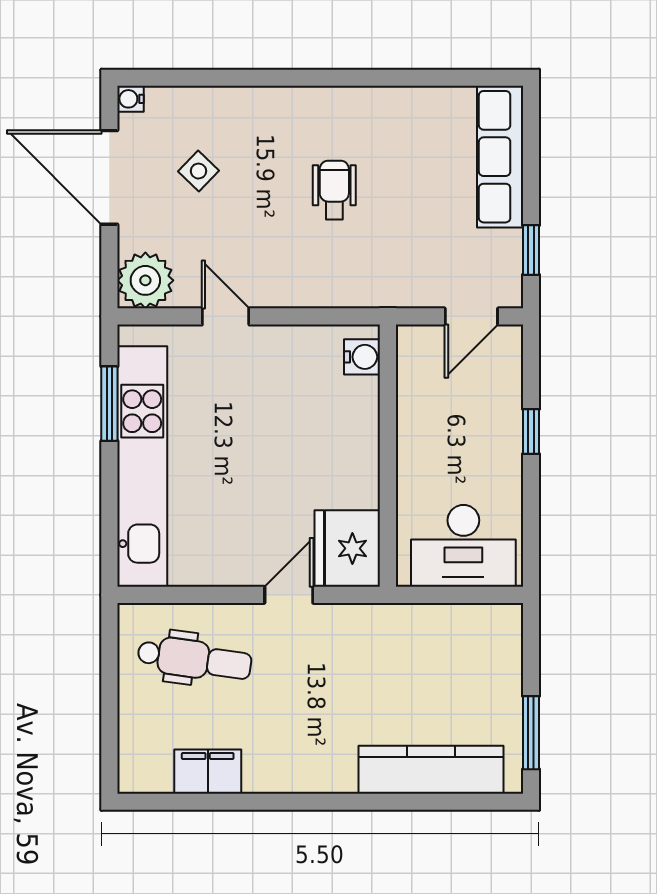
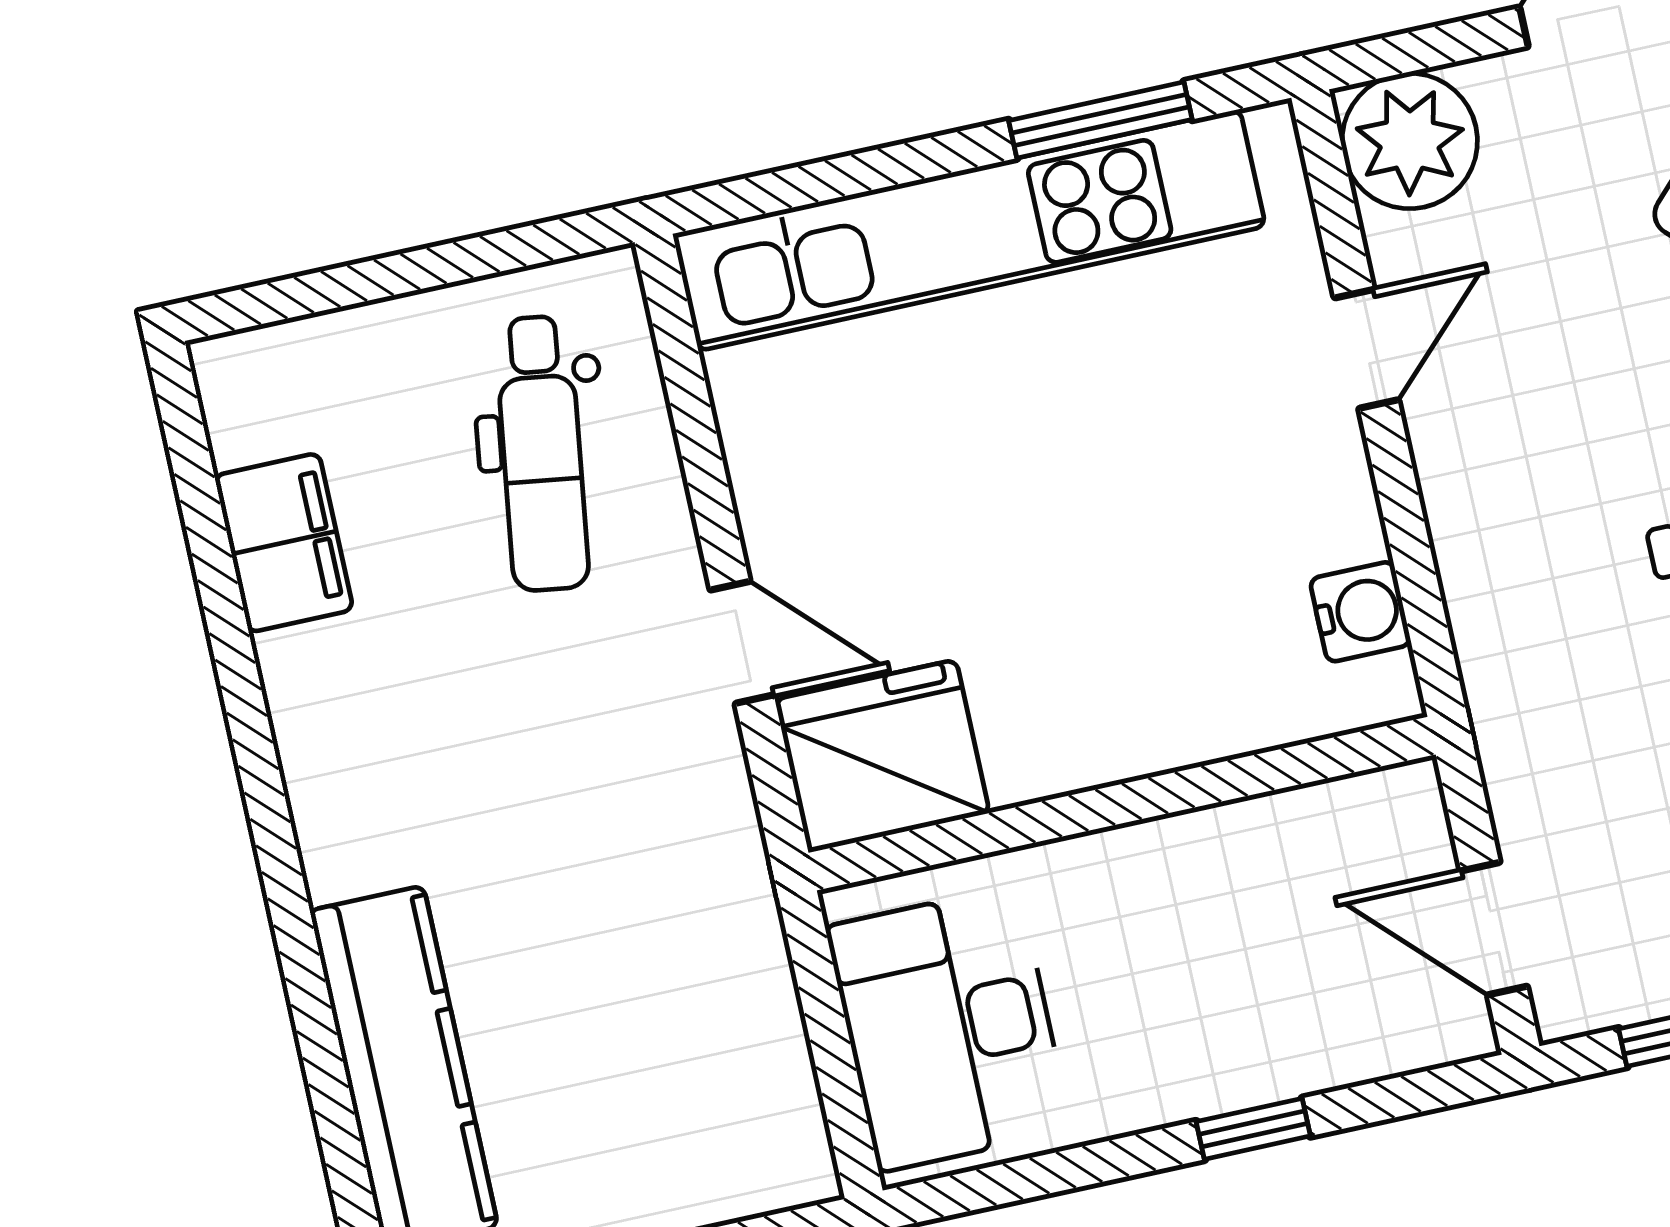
water cooler: (362, 357) -> (1360, 612), moved, turned -90

